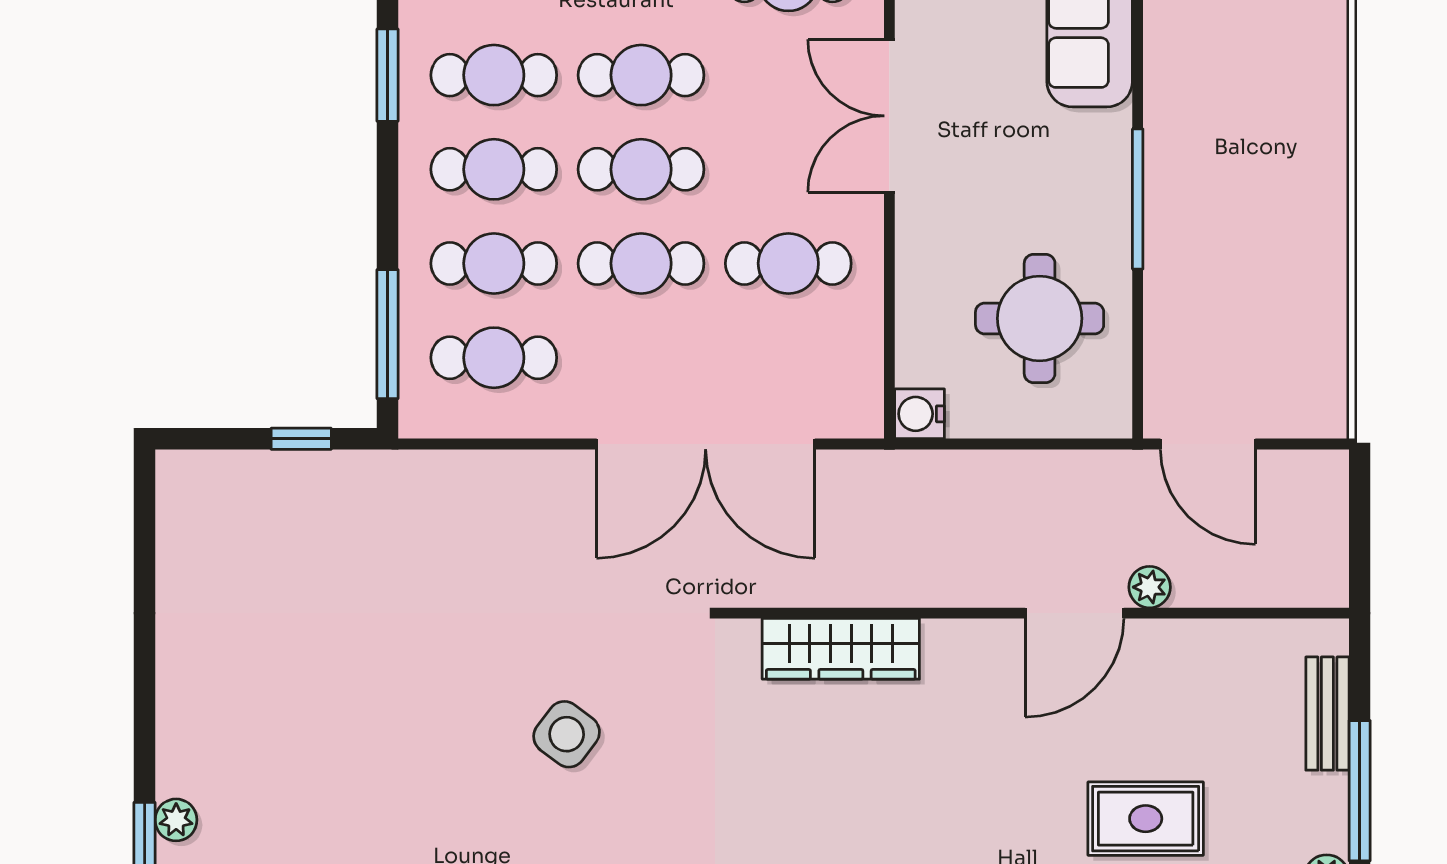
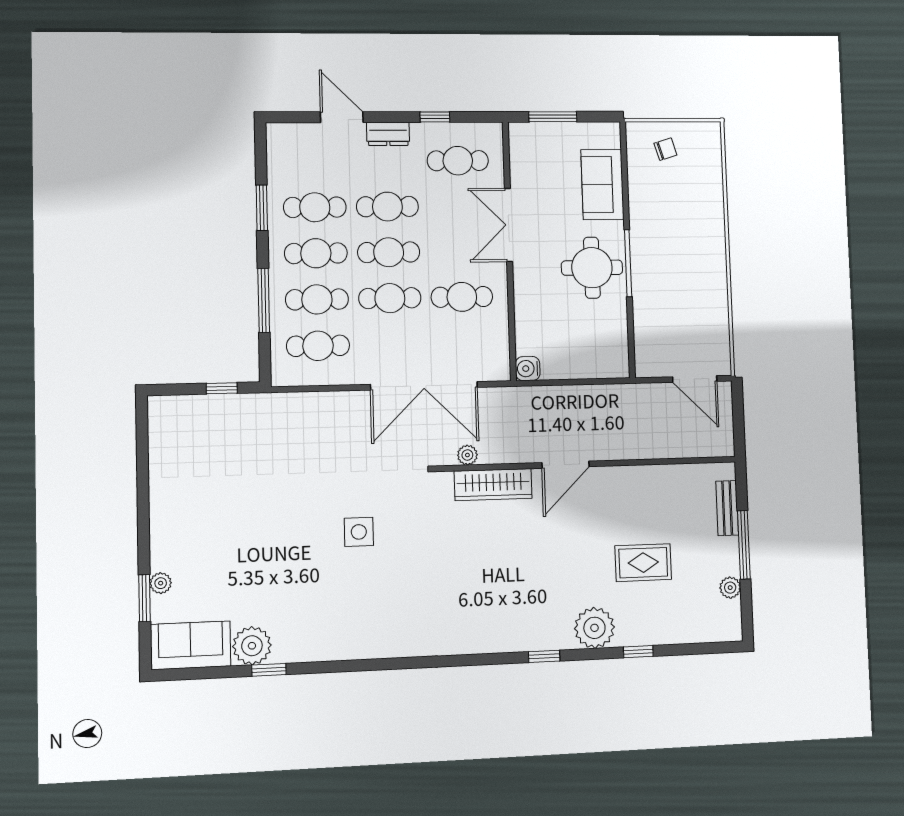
round table: (1040, 318) -> (592, 268), moved
window: (388, 334) -> (264, 300), moved
door: (1208, 444) -> (695, 379), moved
plant: (1150, 587) -> (467, 455), moved
door: (1074, 613) -> (566, 465), moved
side table: (567, 734) -> (359, 532), turned -37

